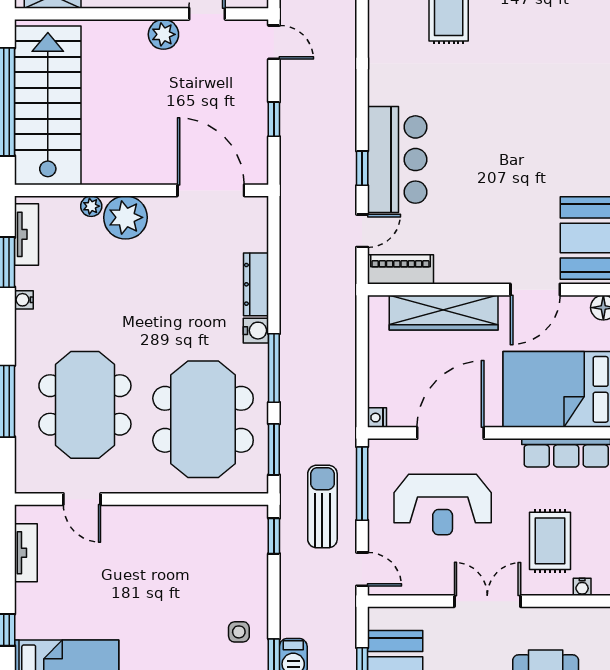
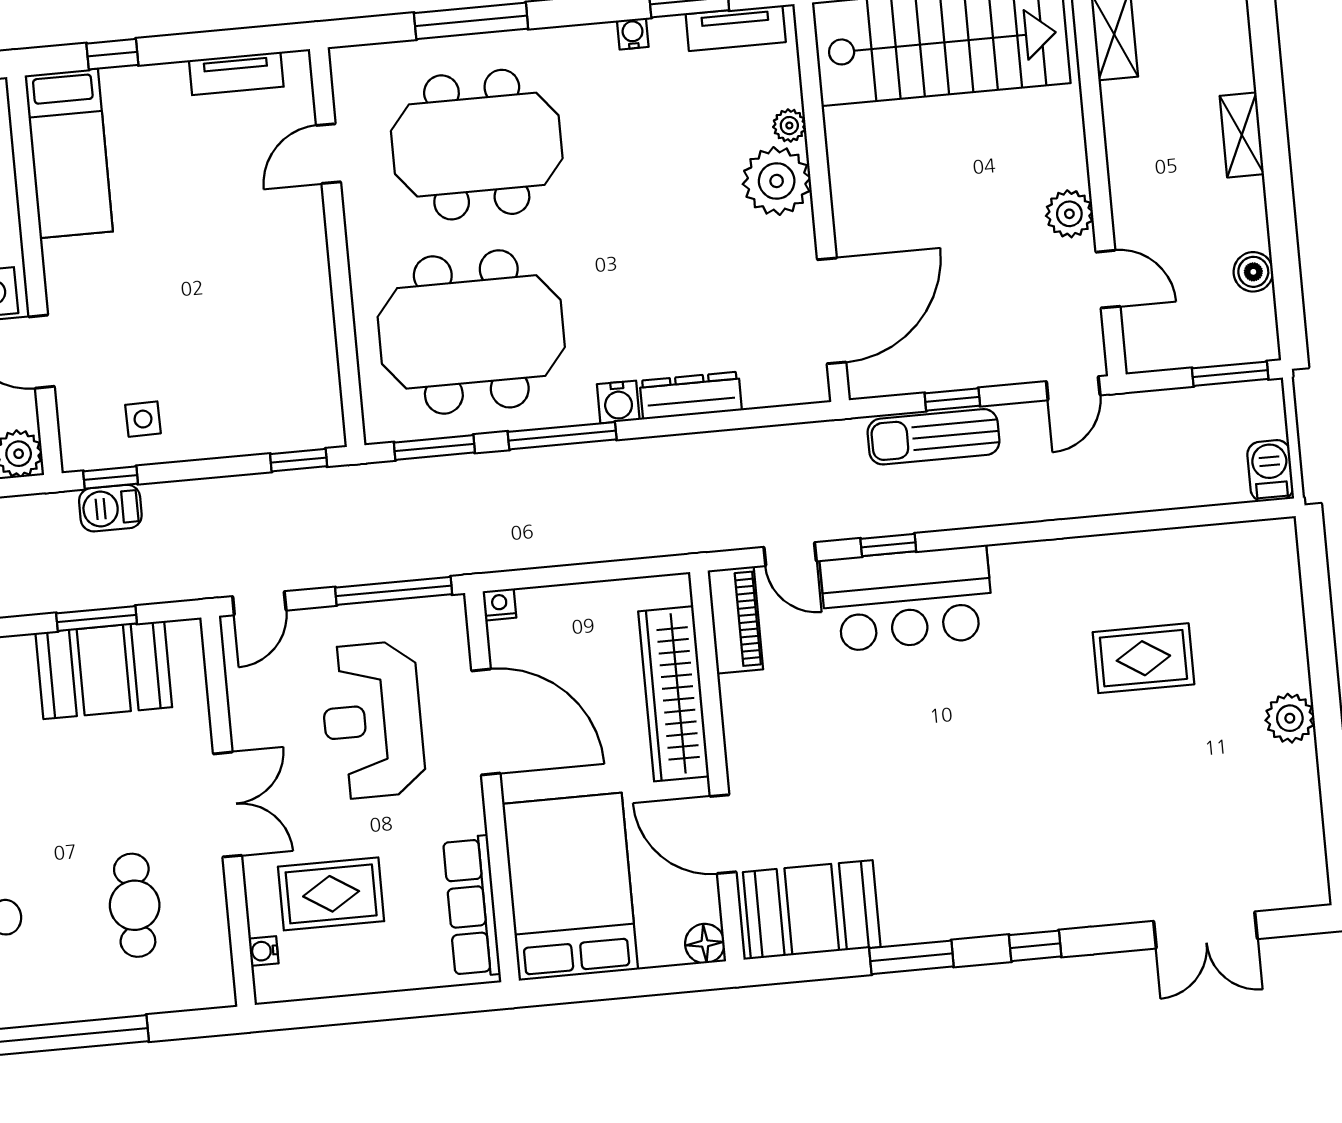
sun lounger: (322, 507) -> (933, 437), moved, turned 180

